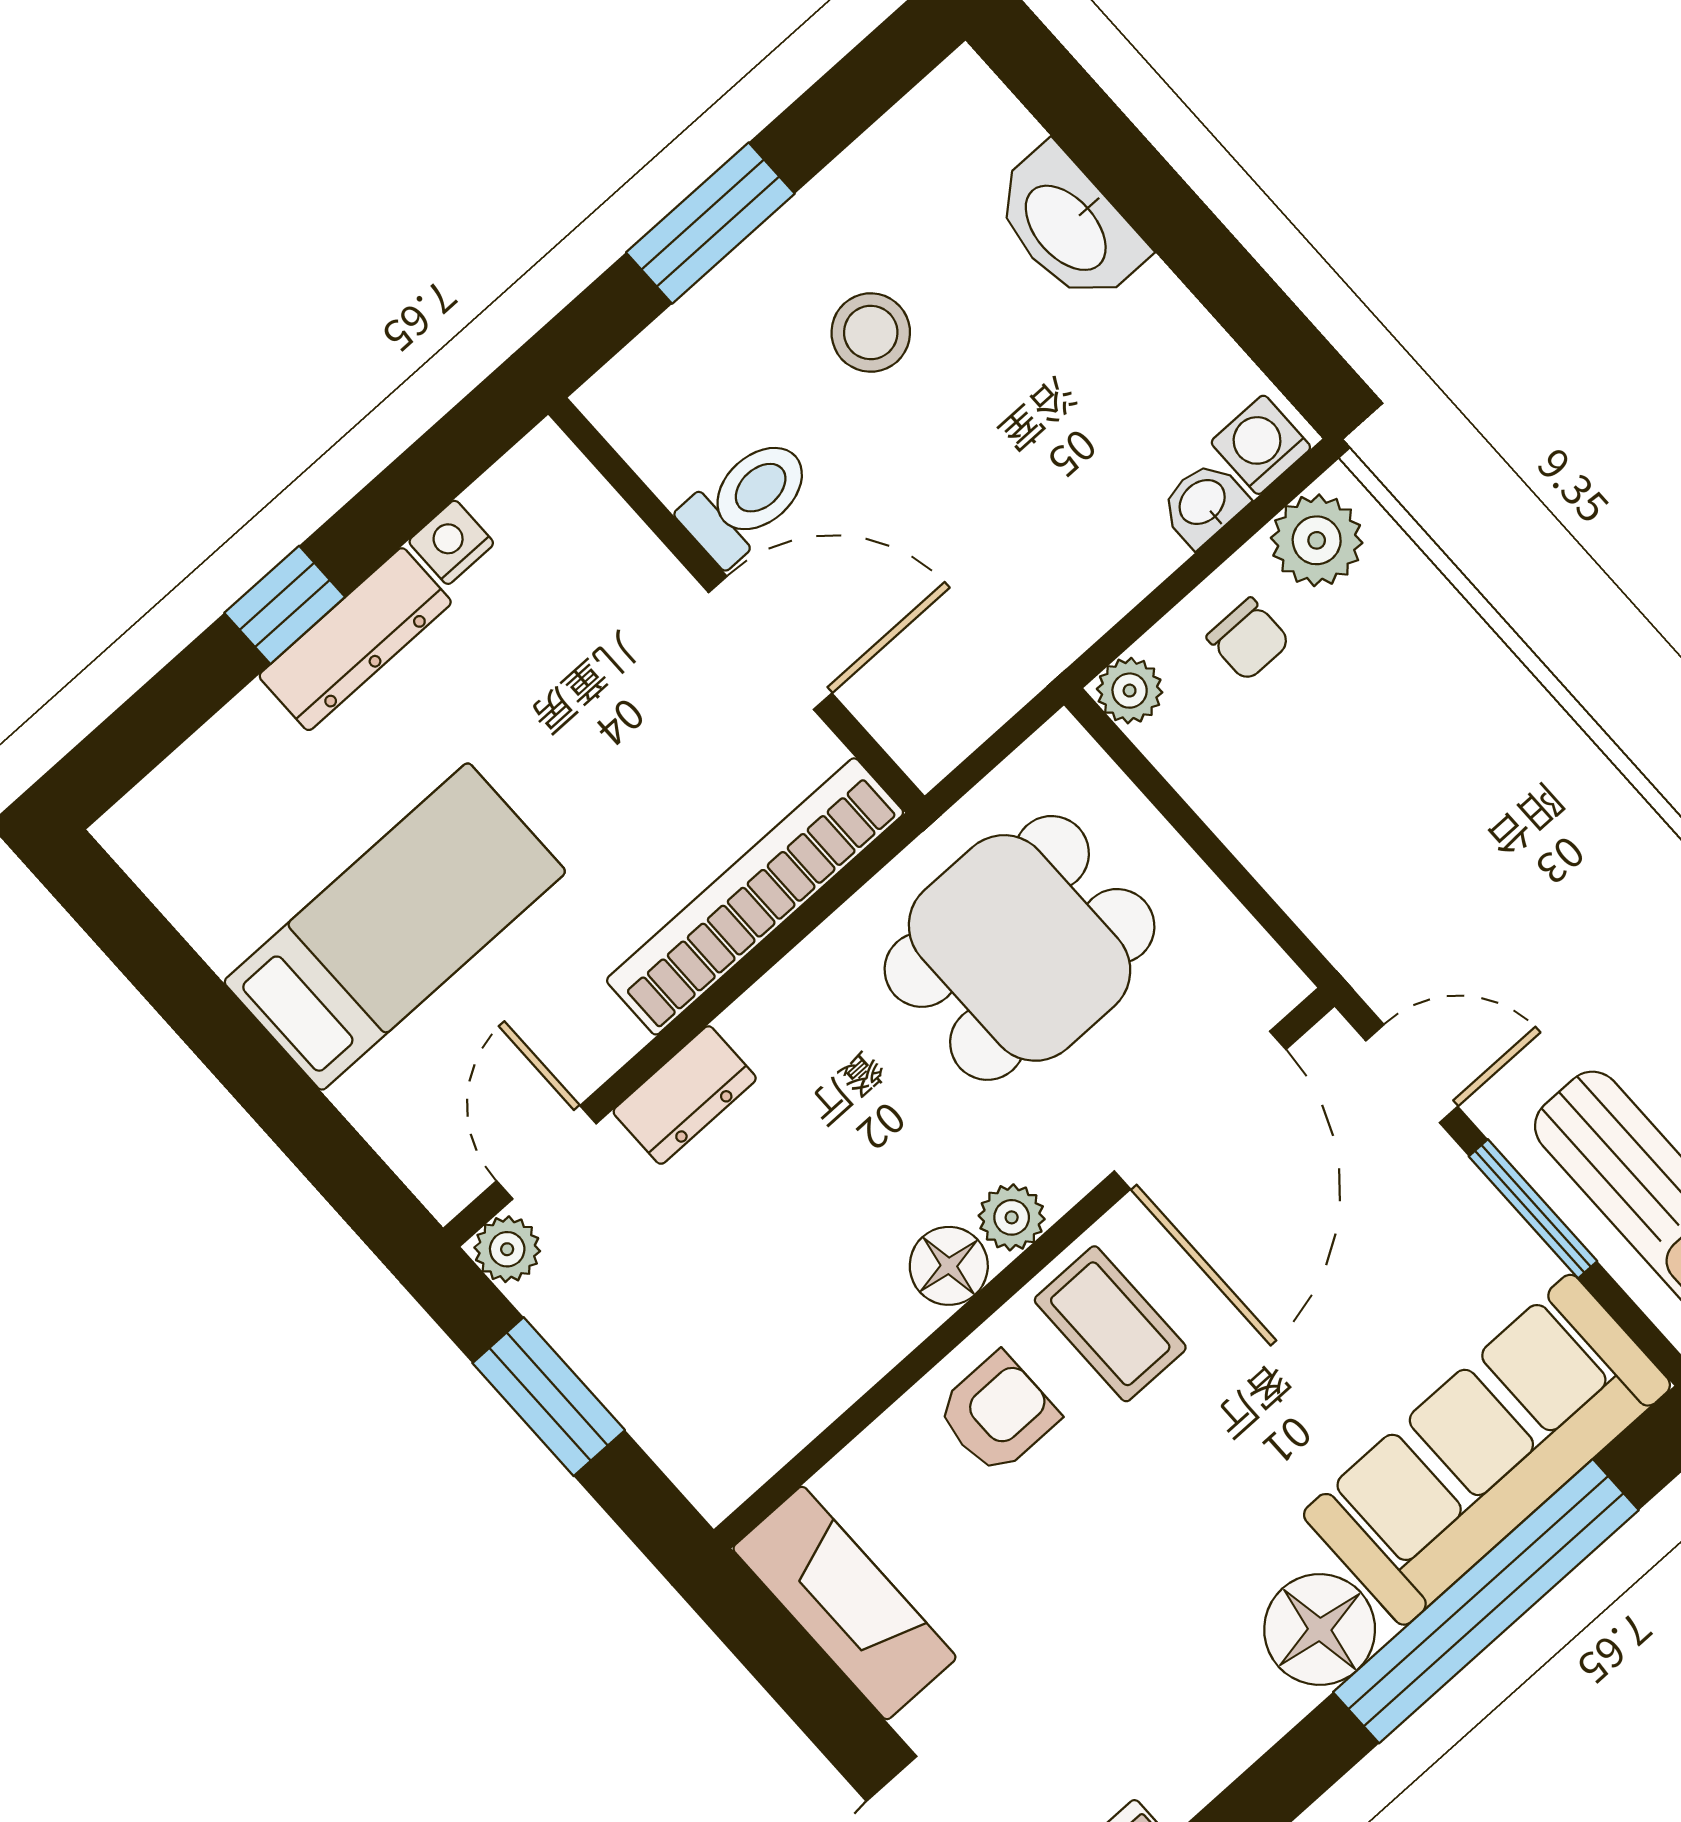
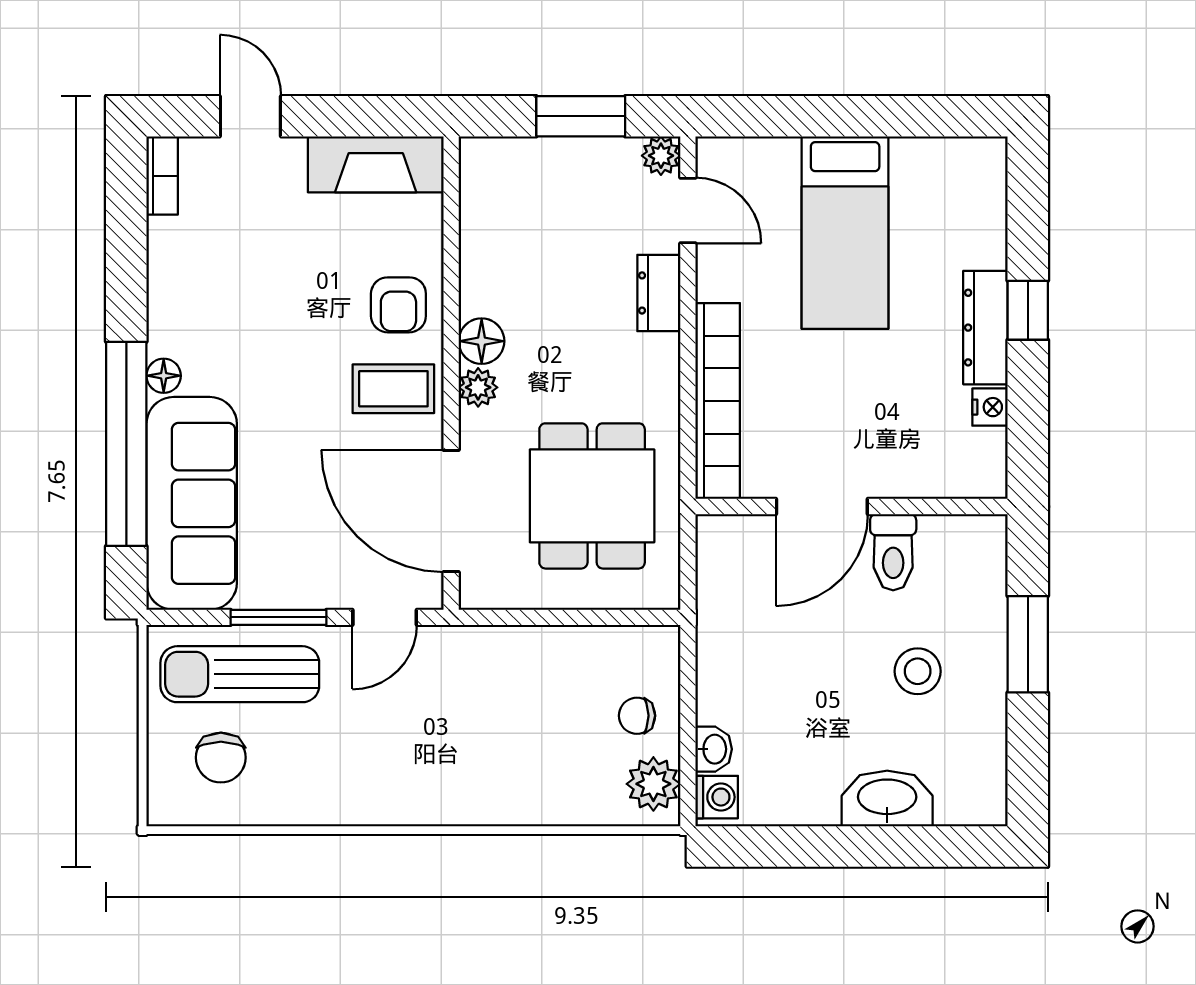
plant: (1130, 691) -> (661, 644), removed
floor lamp: (1320, 1629) -> (164, 376), width x0.53, depth x0.53

